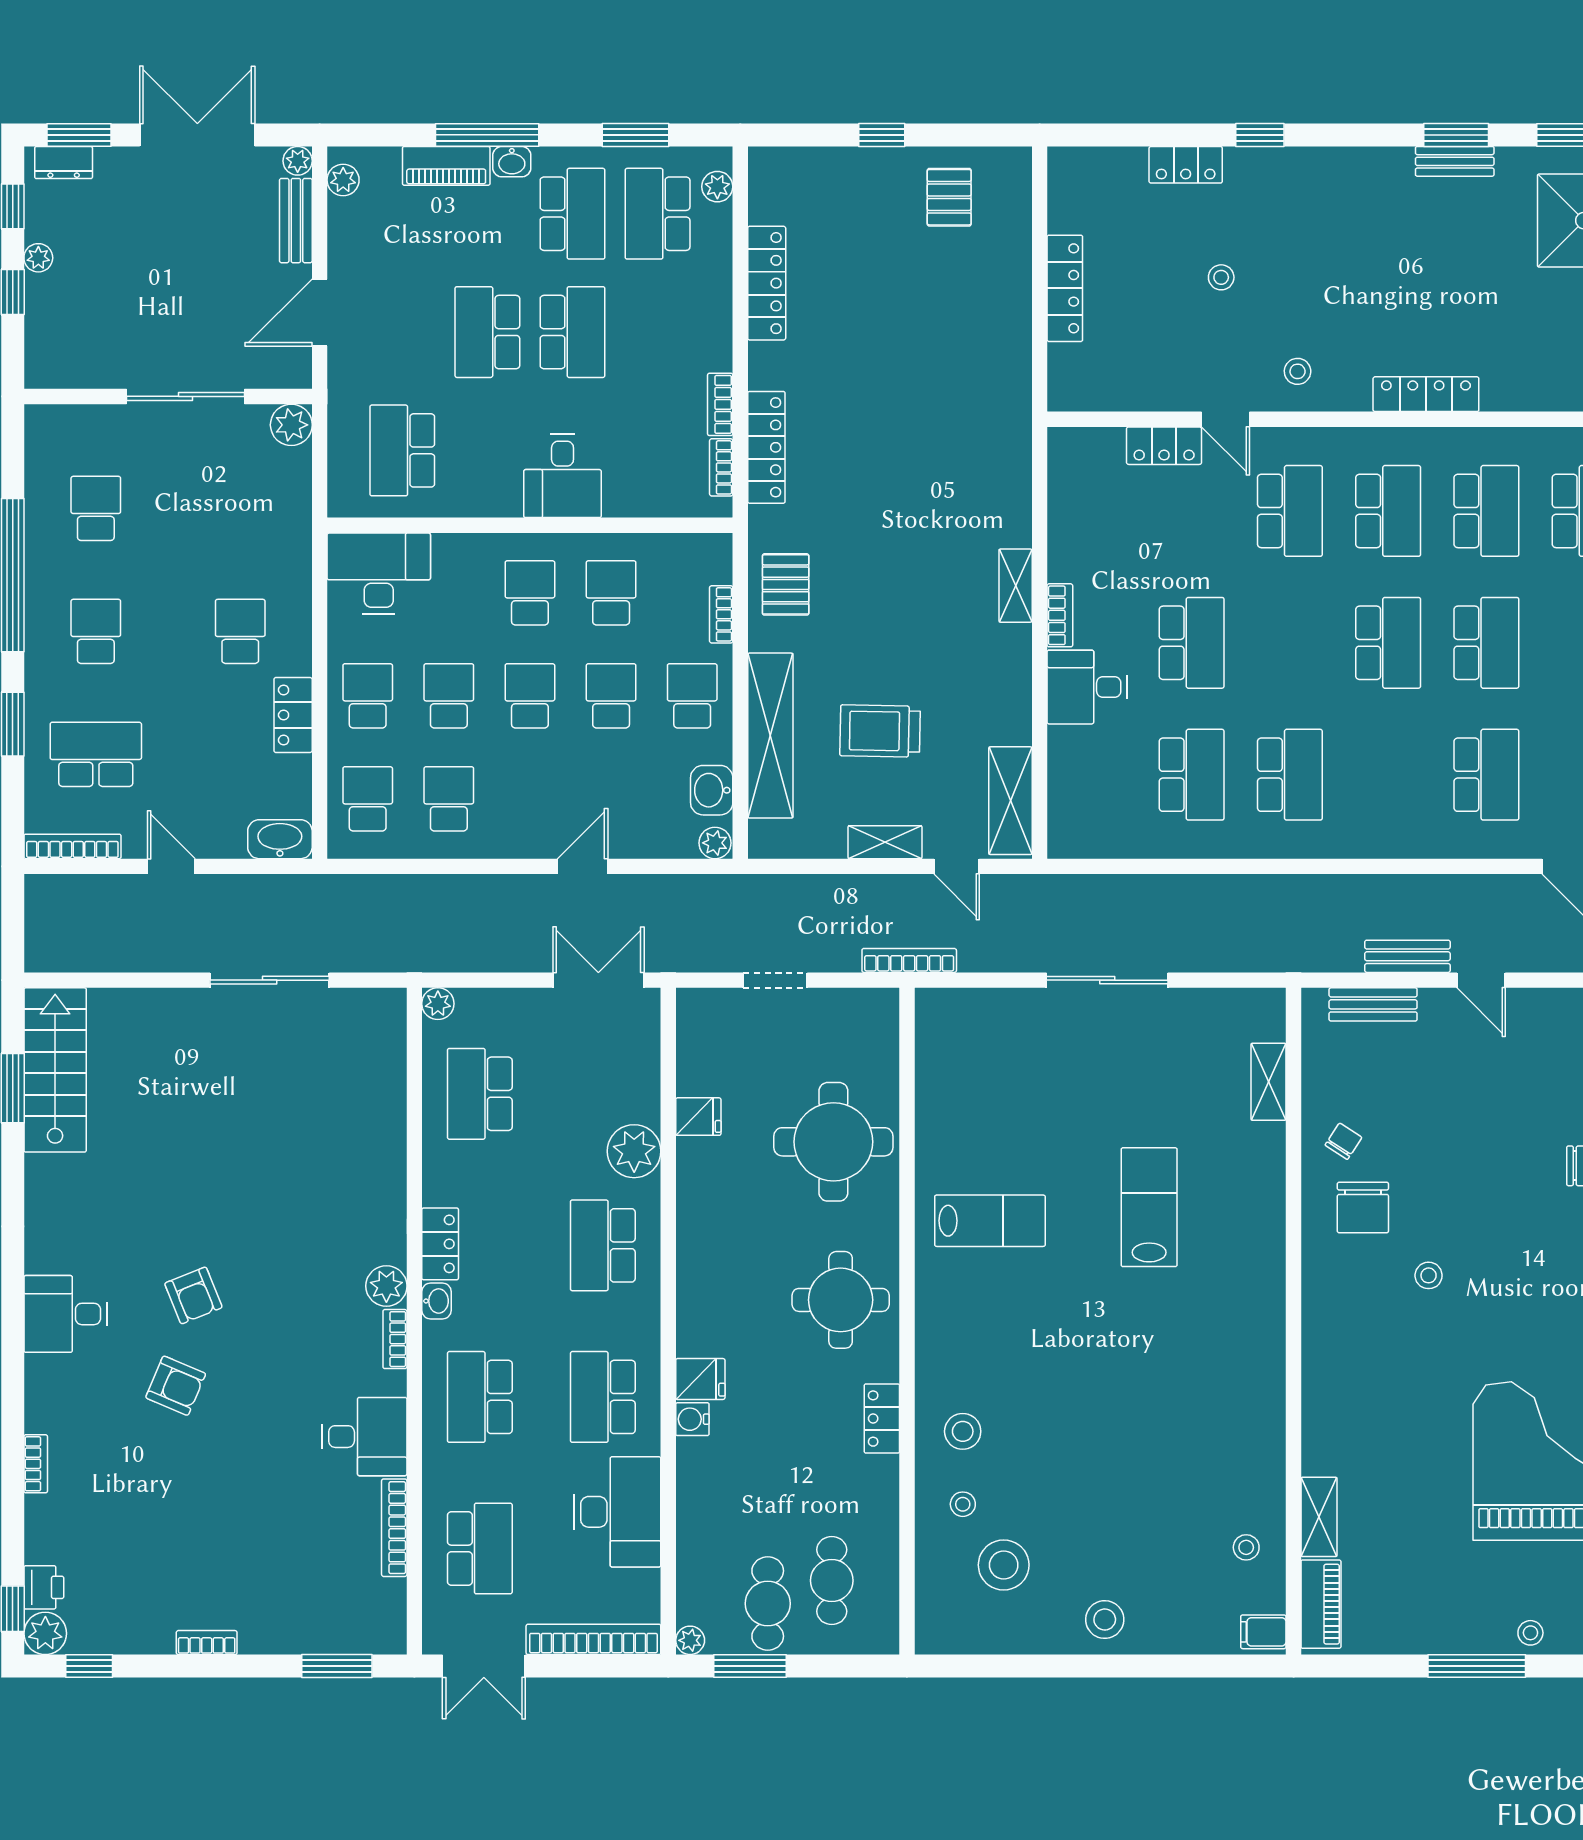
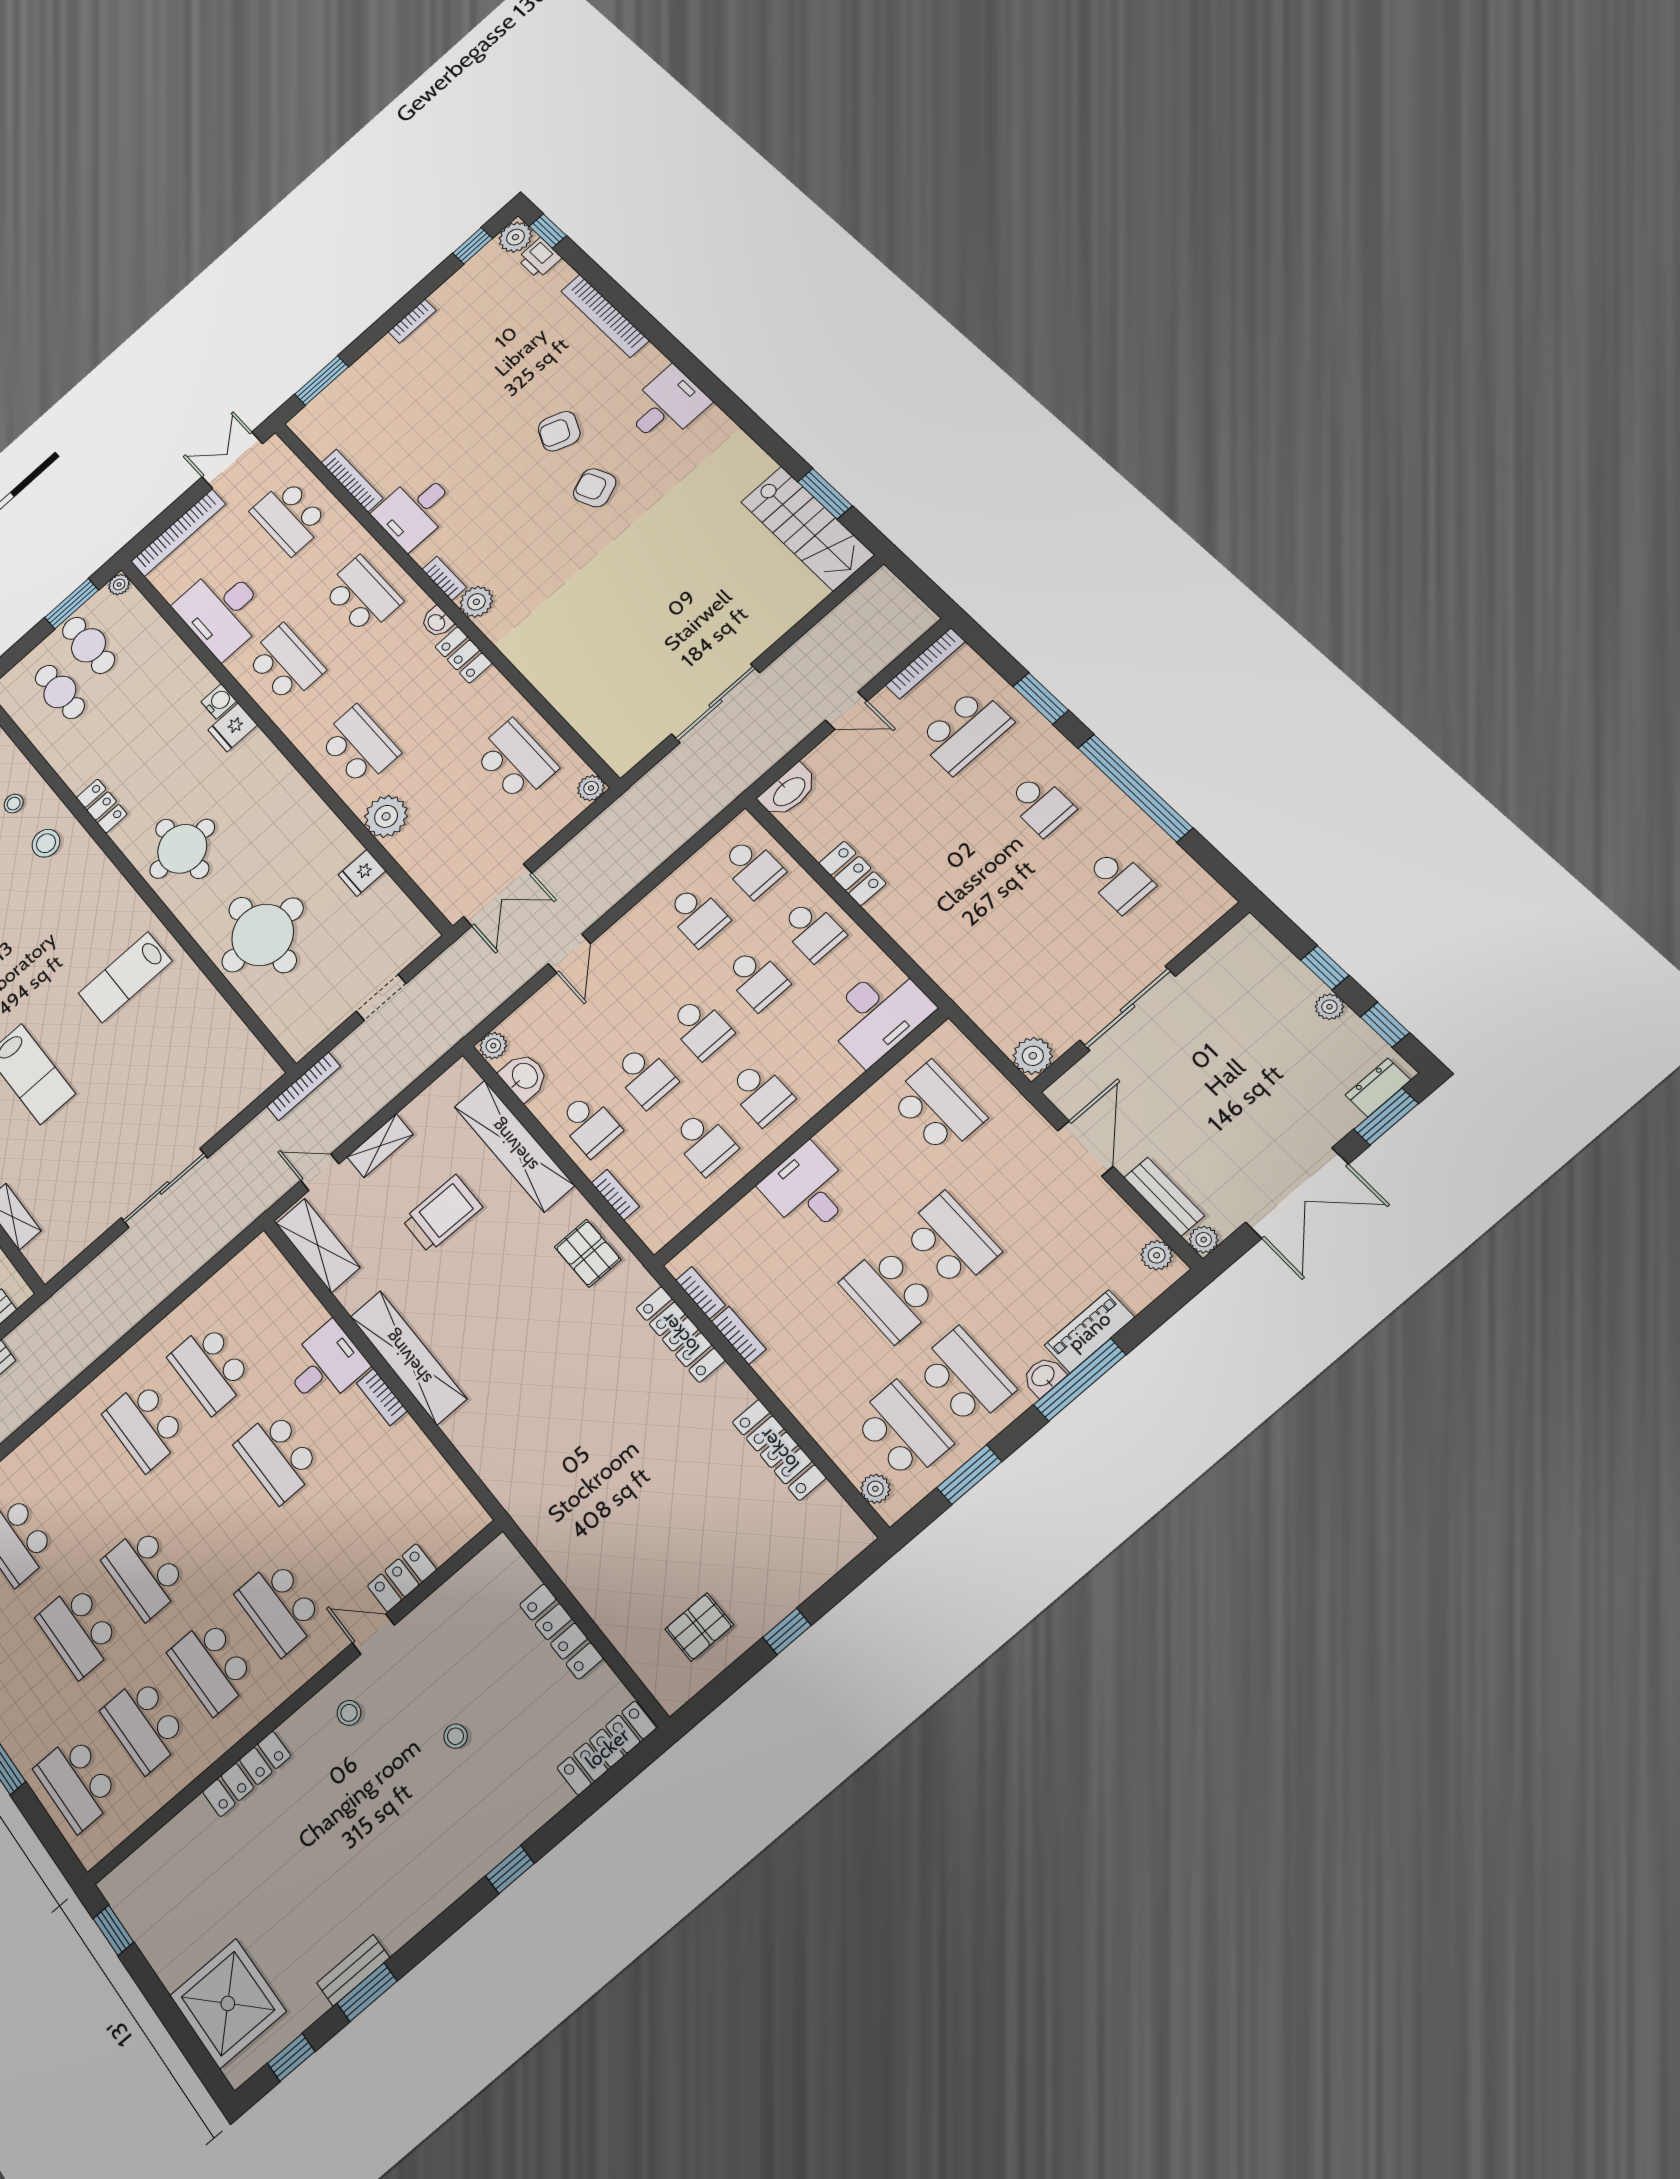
locker: (1186, 165) -> (607, 1748), moved, width x1.53
pallet: (949, 197) -> (699, 1627), turned 90
school desk: (572, 214) -> (965, 1377), turned 180
shelving: (1016, 586) -> (408, 1358), width x2.20, depth x1.33
school desk: (240, 631) -> (939, 893), removed
bookcase: (36, 1464) -> (605, 316), width x2.31, depth x1.31

